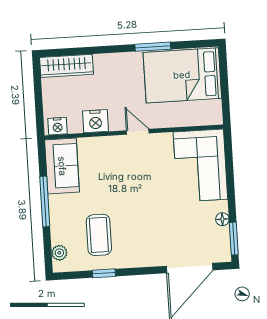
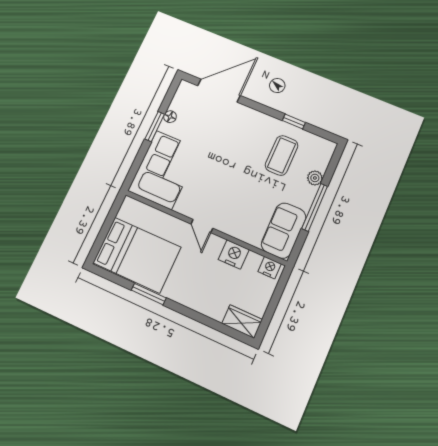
wardrobe: (66, 66) -> (242, 321), width x0.67
window: (234, 239) -> (155, 127), moved
plant: (59, 253) -> (315, 178), moved

